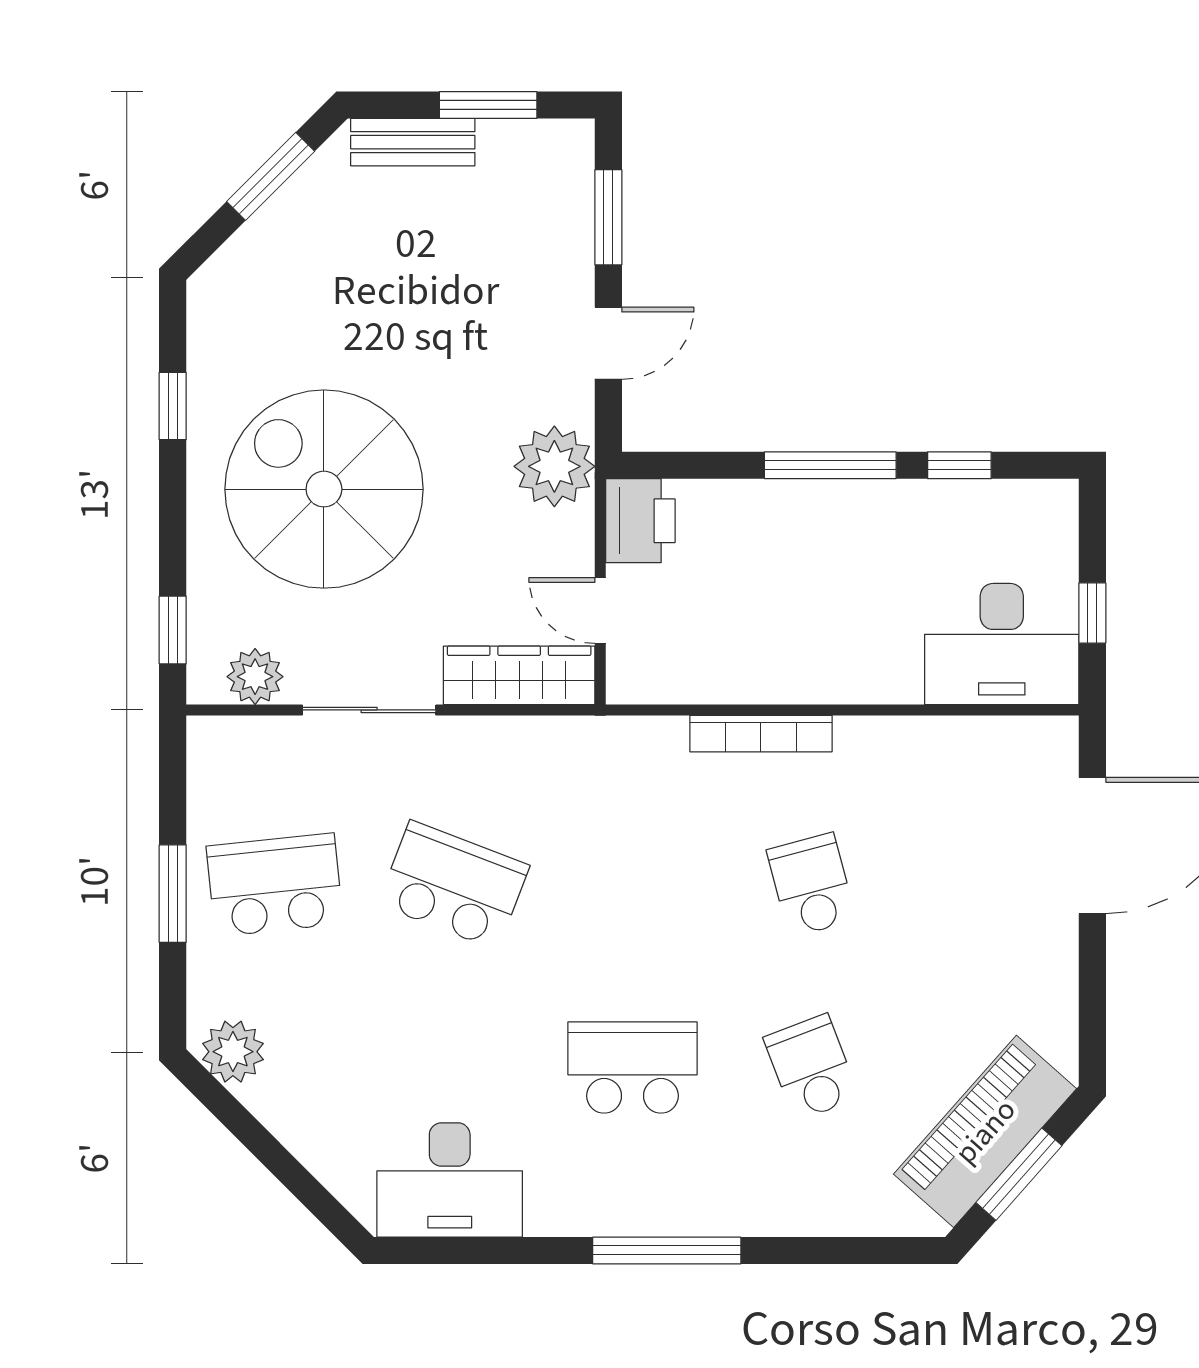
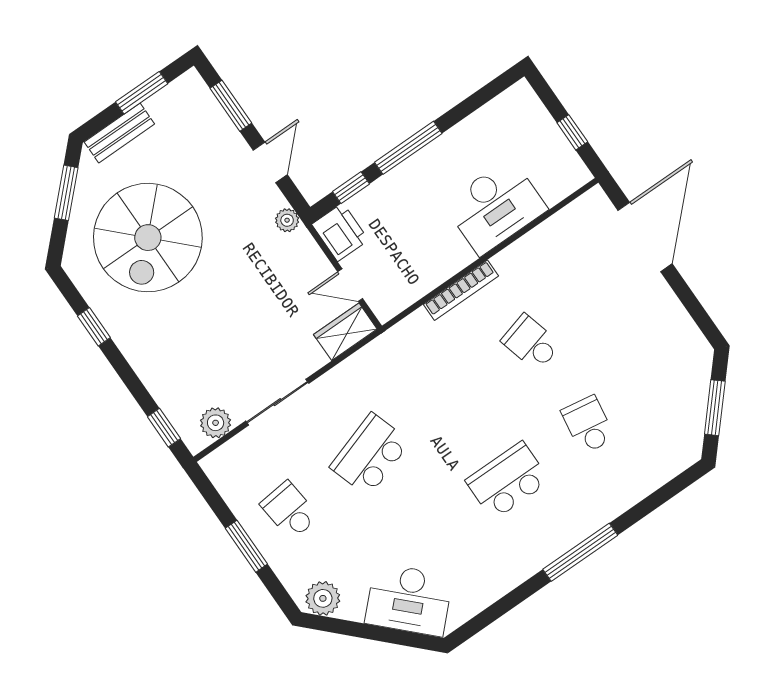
window: (959, 465) -> (351, 188), moved
plant: (554, 466) -> (287, 220), width x0.53, depth x0.53
spiral stairs: (324, 489) -> (148, 238), moved, turned -90
desk: (1002, 644) -> (495, 207), moved
wardrobe: (519, 675) -> (345, 332), width x0.67
school desk: (275, 885) -> (290, 510), width x0.54
school desk: (454, 885) -> (370, 454), turned -39
school desk: (811, 1067) -> (588, 425), turned 30
piano: (985, 1131) -> (686, 399), removed
desk: (450, 1180) -> (409, 600), moved, turned 45

